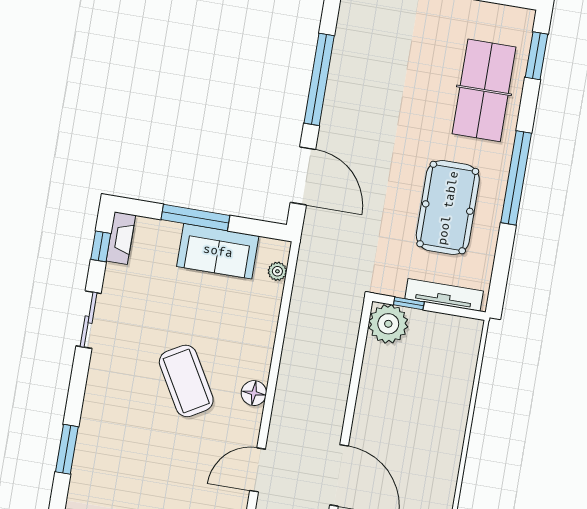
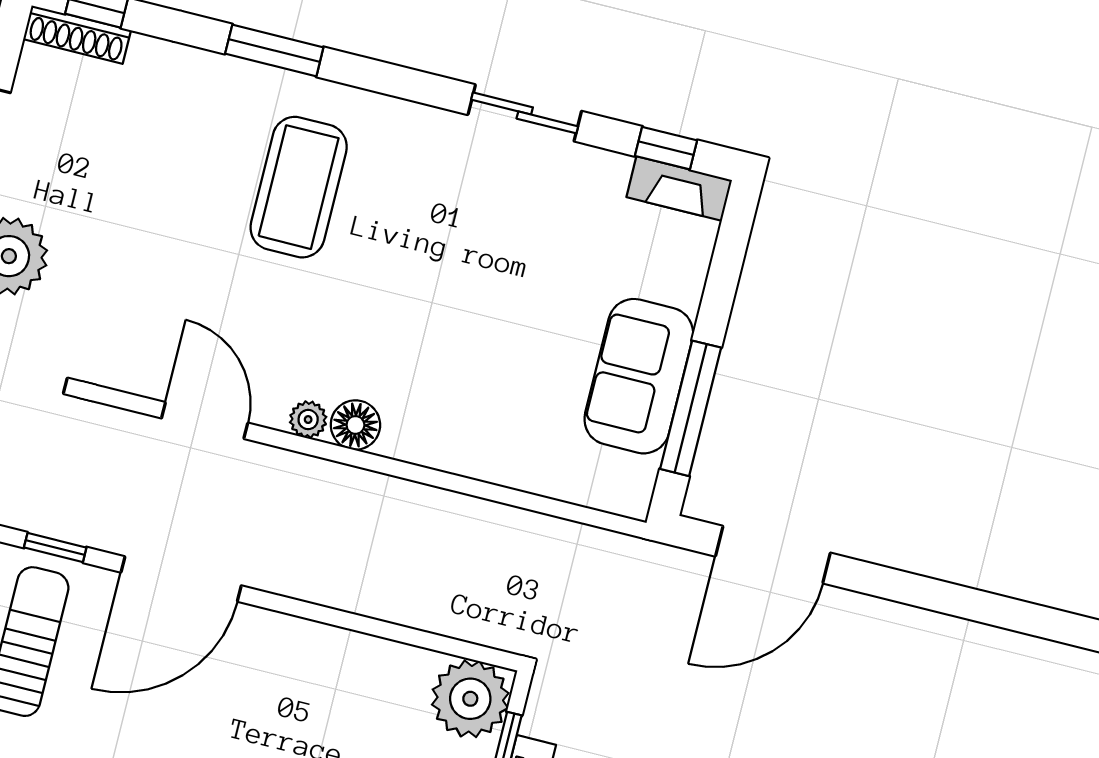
window: (319, 79) -> (959, 601), removed
window: (195, 217) -> (691, 408), moved
plant: (277, 271) -> (308, 420), moved
coffee table: (186, 381) -> (299, 187), moved, turned -60

